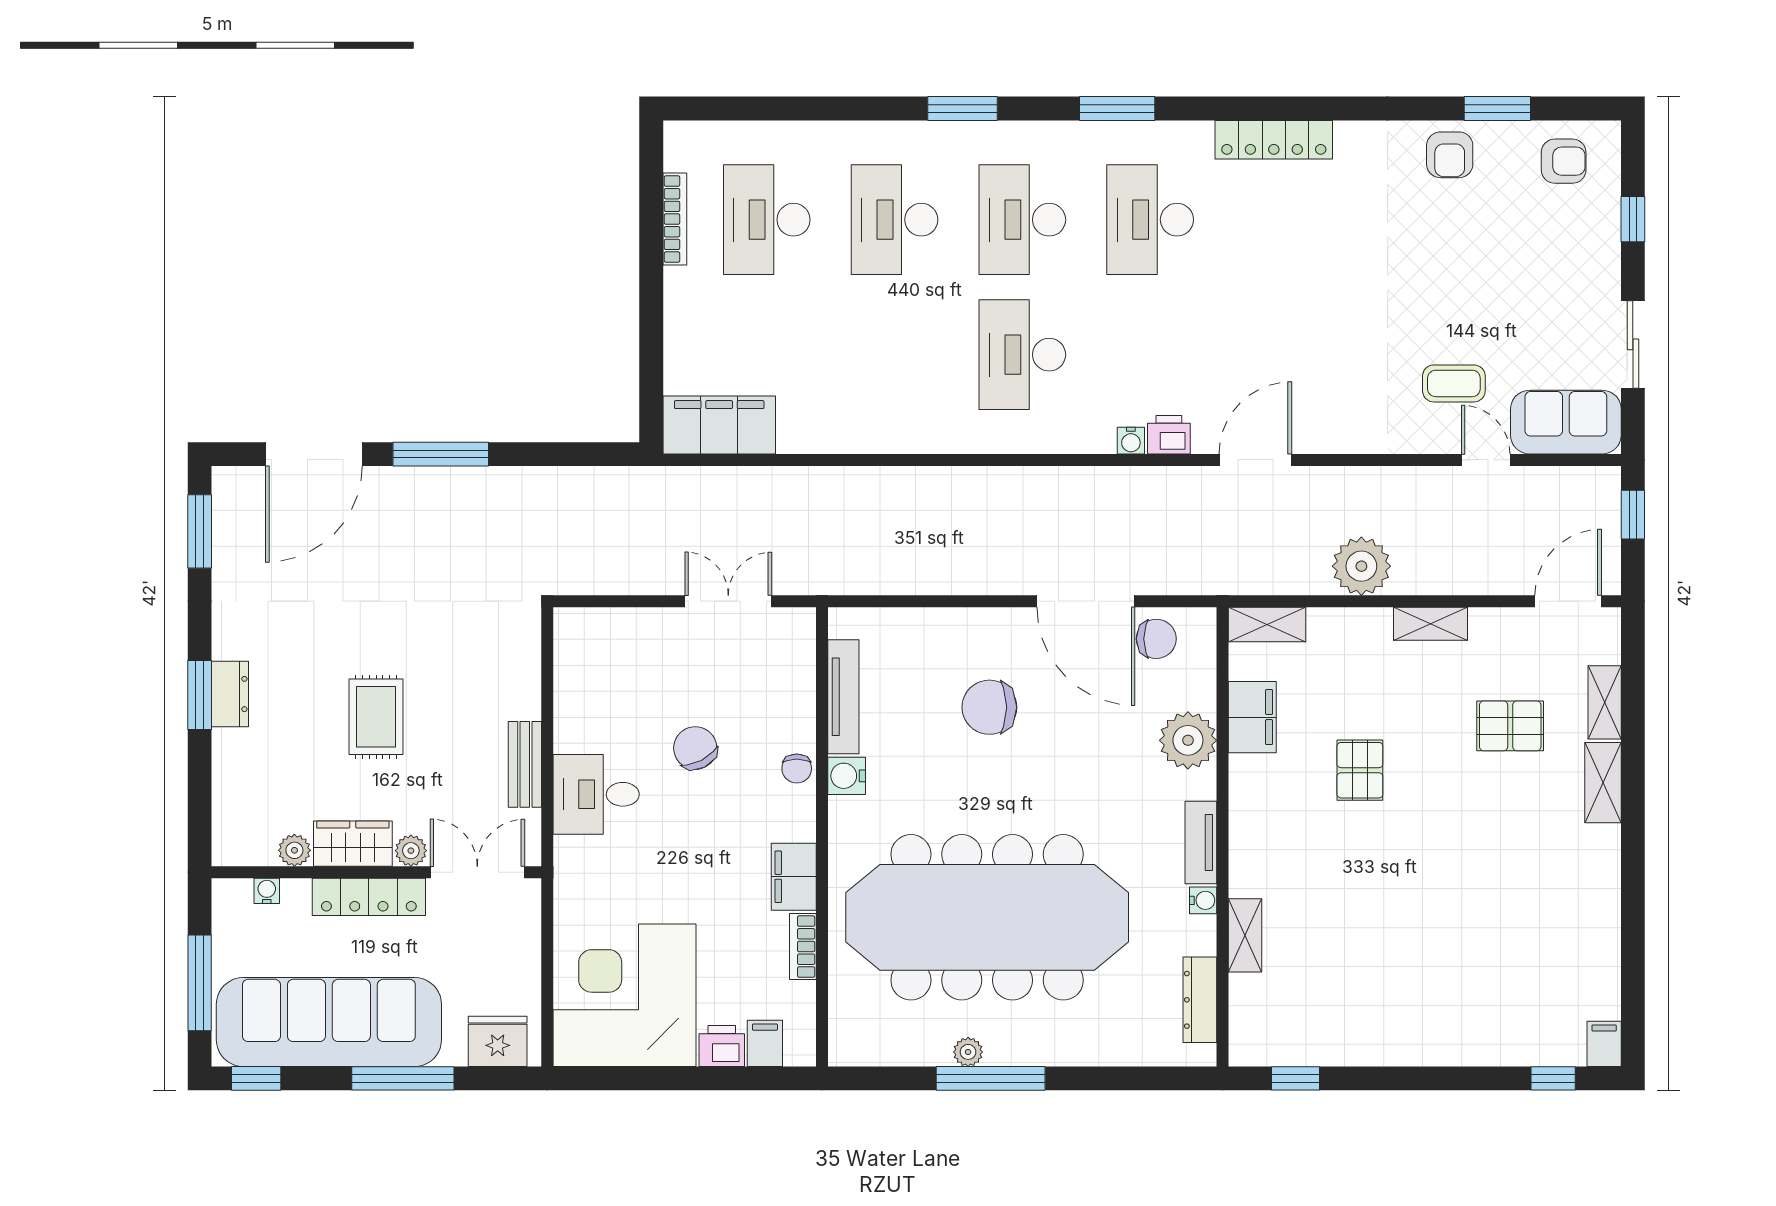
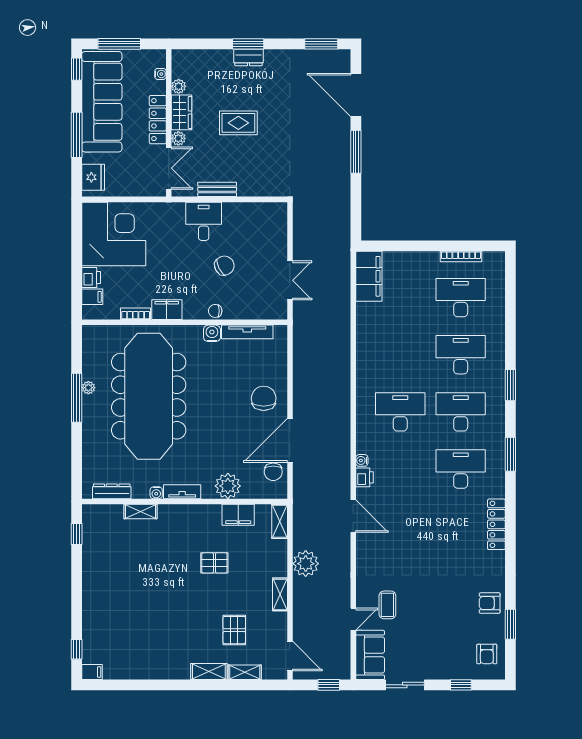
chair: (989, 707) -> (264, 398), moved

